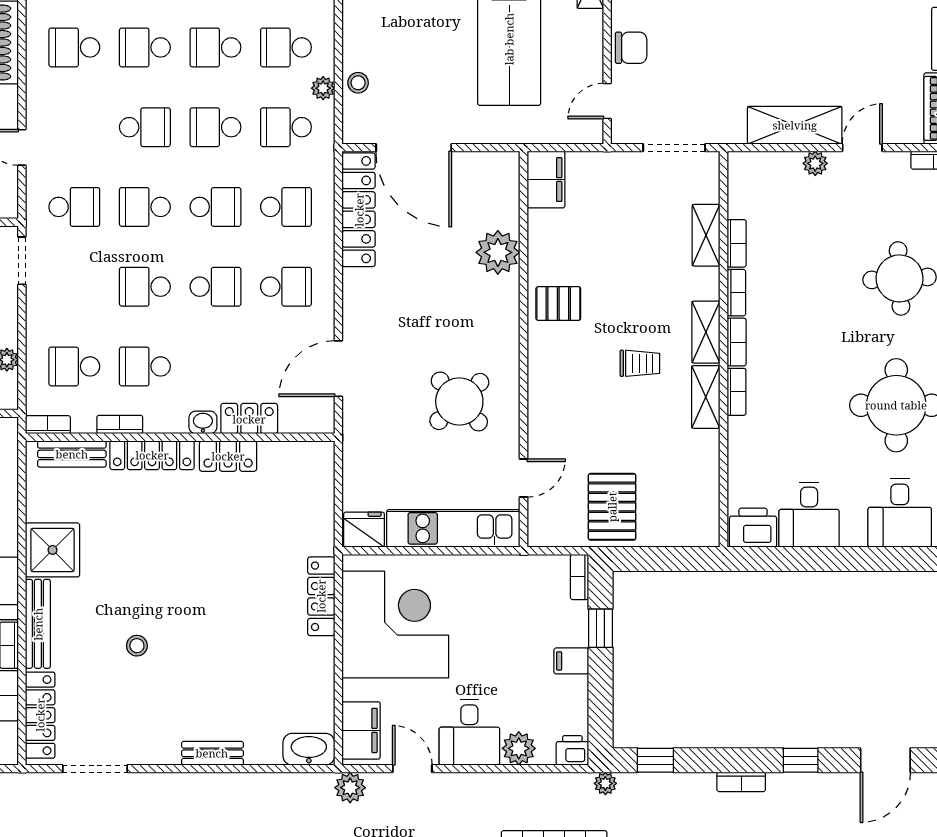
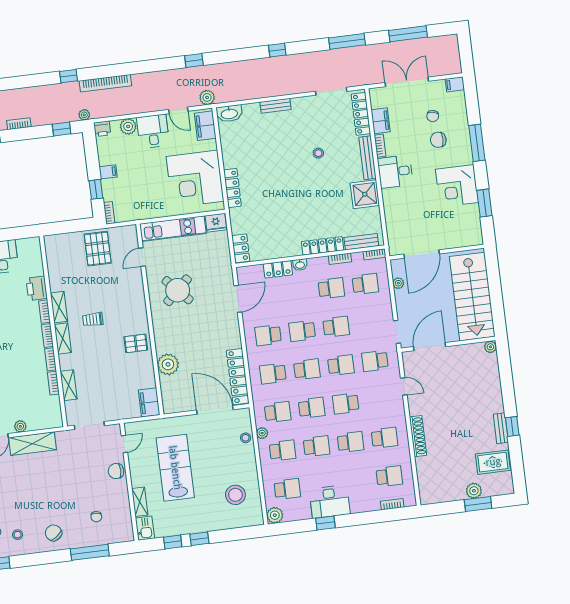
school desk: (215, 207) -> (307, 369), turned 180
locker: (228, 456) -> (241, 248), moved, turned 90
printer: (753, 528) -> (37, 288), moved, turned 90

